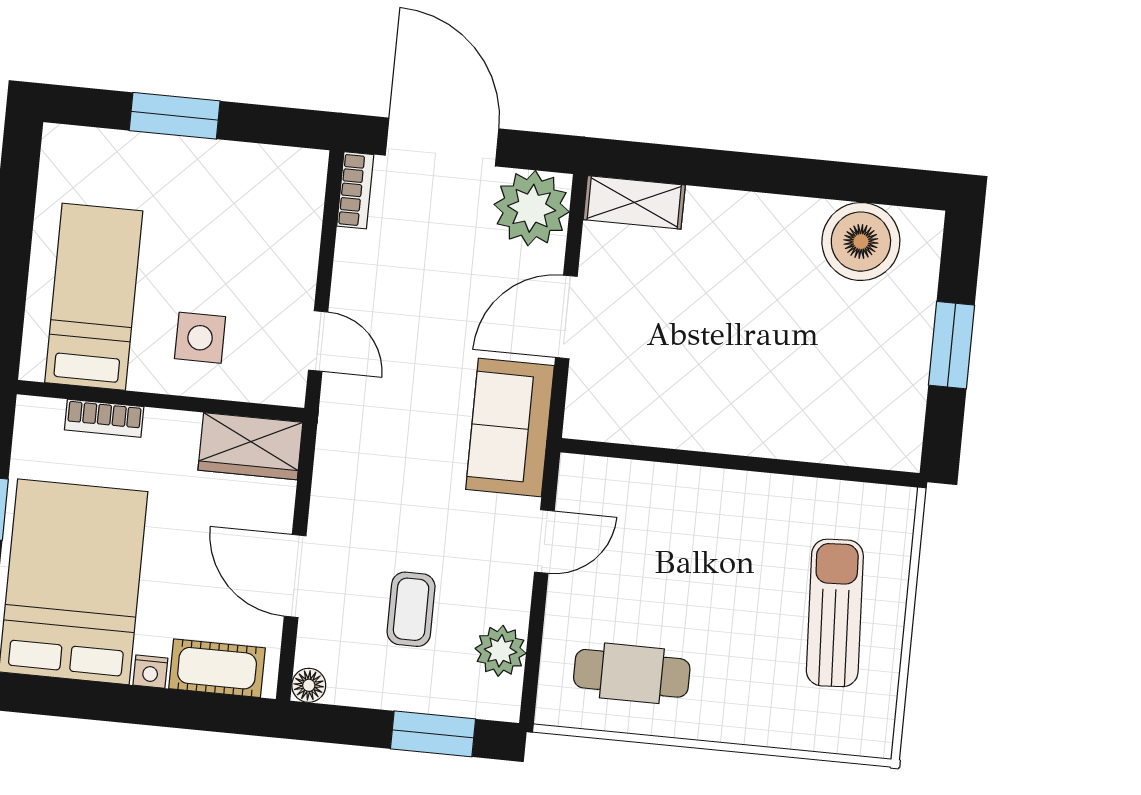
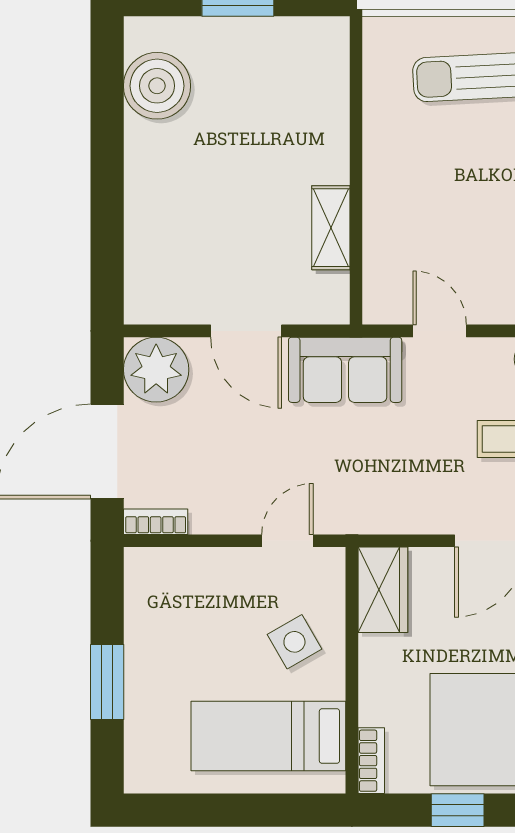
shelving: (634, 202) -> (331, 228), moved
side table: (200, 338) -> (294, 642), turned -30
bookcase: (104, 418) -> (371, 761), moved

